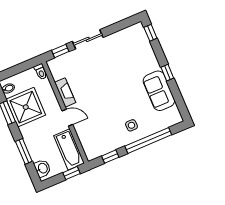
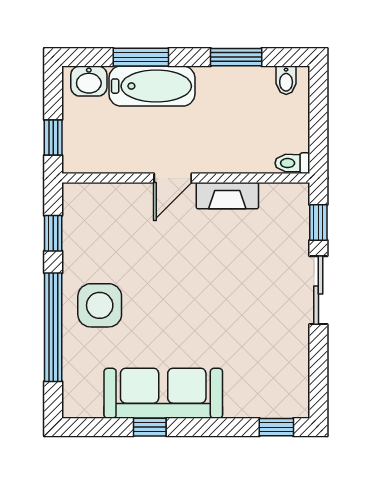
window: (167, 73) -> (150, 427), moved
sofa: (159, 91) -> (163, 393), width x1.36
shower: (26, 107) -> (232, 100), removed
side table: (131, 125) -> (100, 305), width x1.87, depth x1.87
bathtub: (69, 149) -> (152, 86), moved, turned 180

